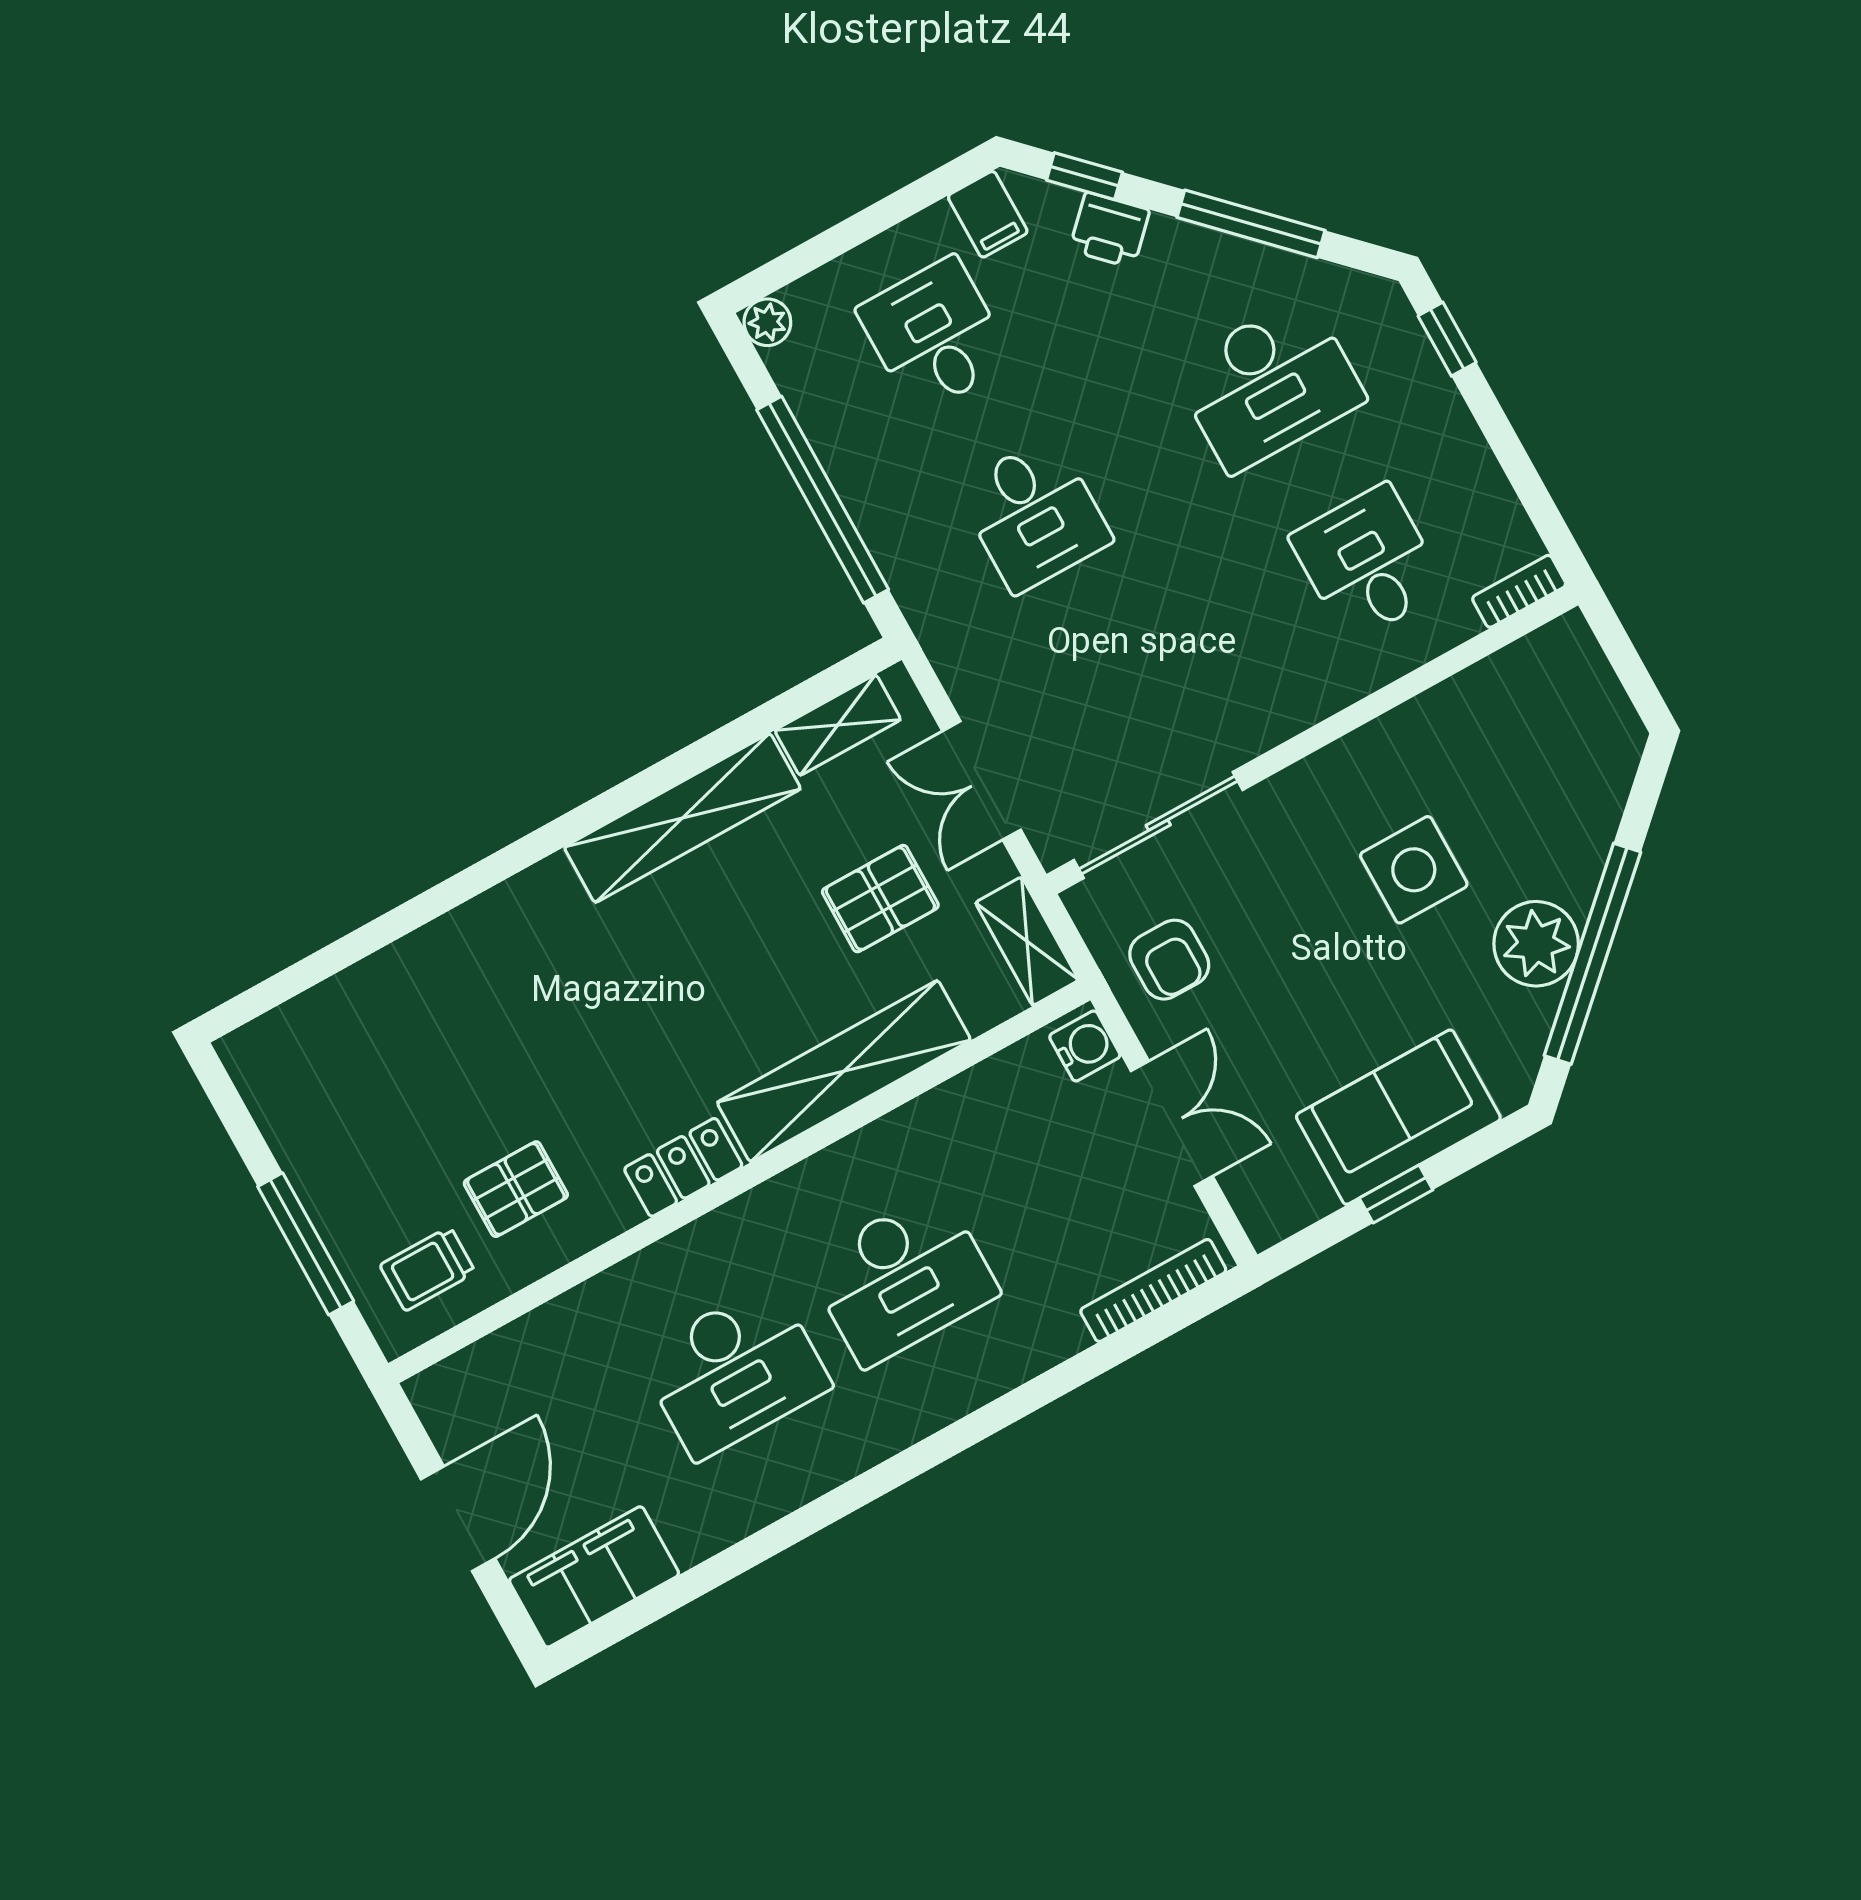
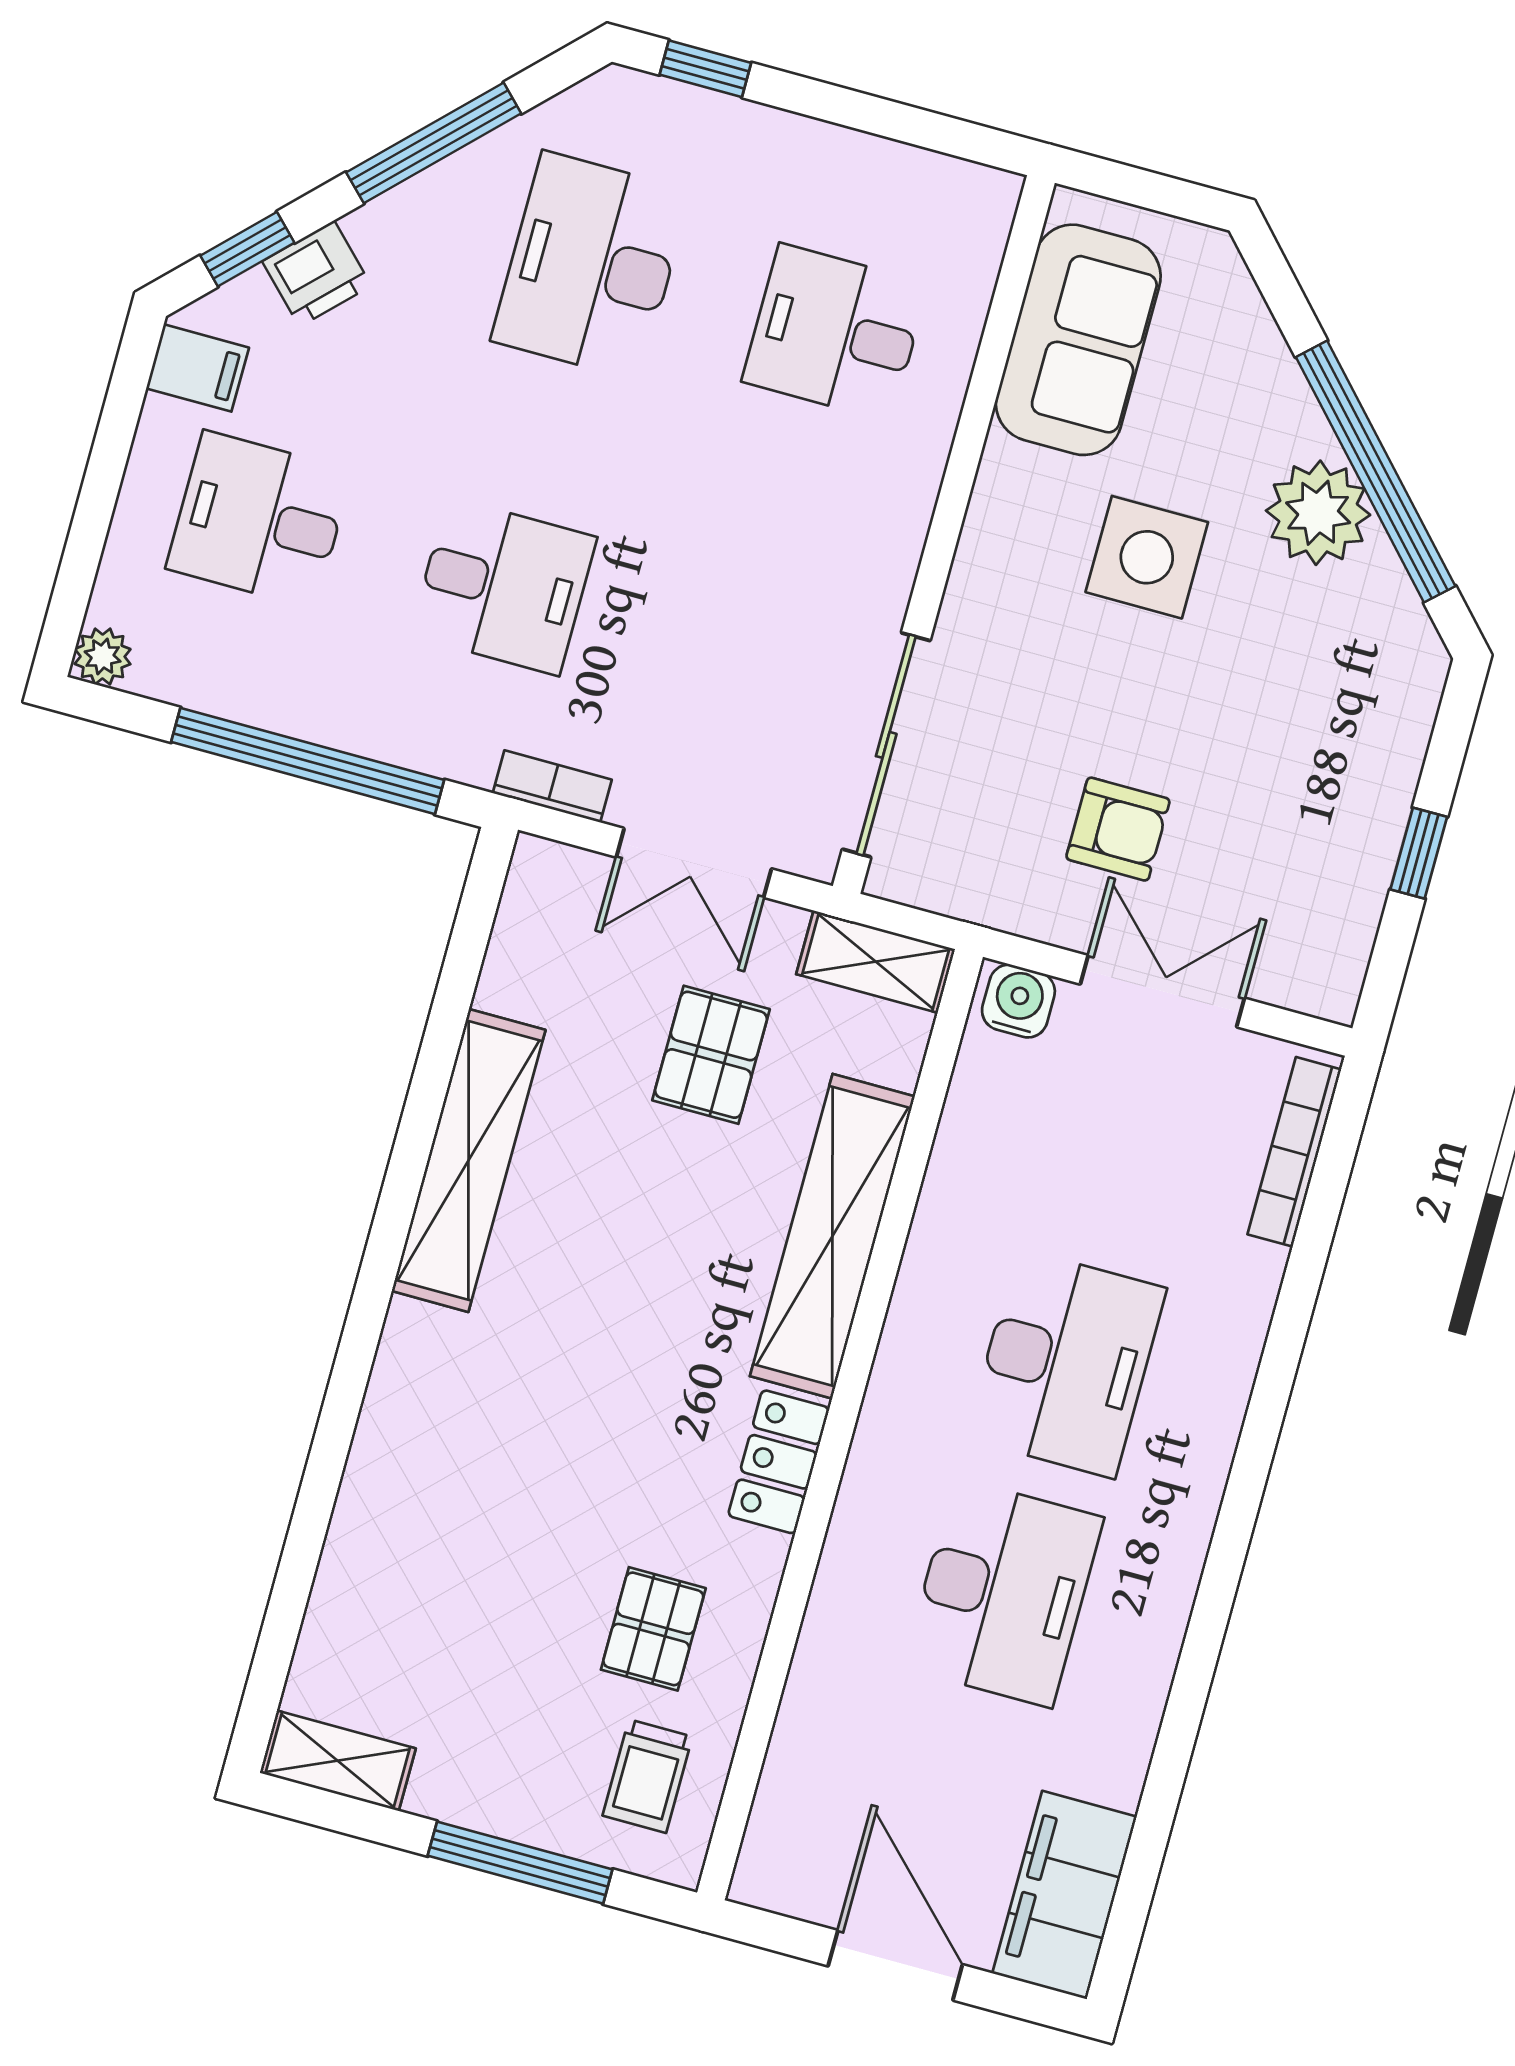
desk: (1269, 384) -> (591, 266), turned 180
bookcase: (1519, 591) -> (552, 786), moved, turned 90
shelving: (838, 725) -> (338, 1761), moved, turned 90
armchair: (1169, 960) -> (1118, 829), moved
sofa: (1398, 1117) -> (1078, 340), moved, turned 180

